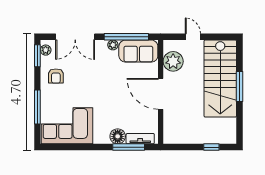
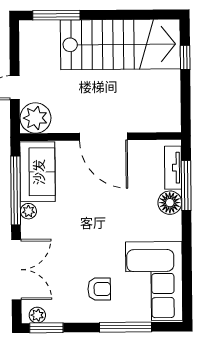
plant: (173, 61) -> (35, 118), moved
armchair: (56, 76) -> (99, 289), moved
stairs: (220, 79) -> (120, 44), moved
window: (239, 87) -> (56, 15), moved
door: (161, 94) -> (103, 137), hinge flipped

